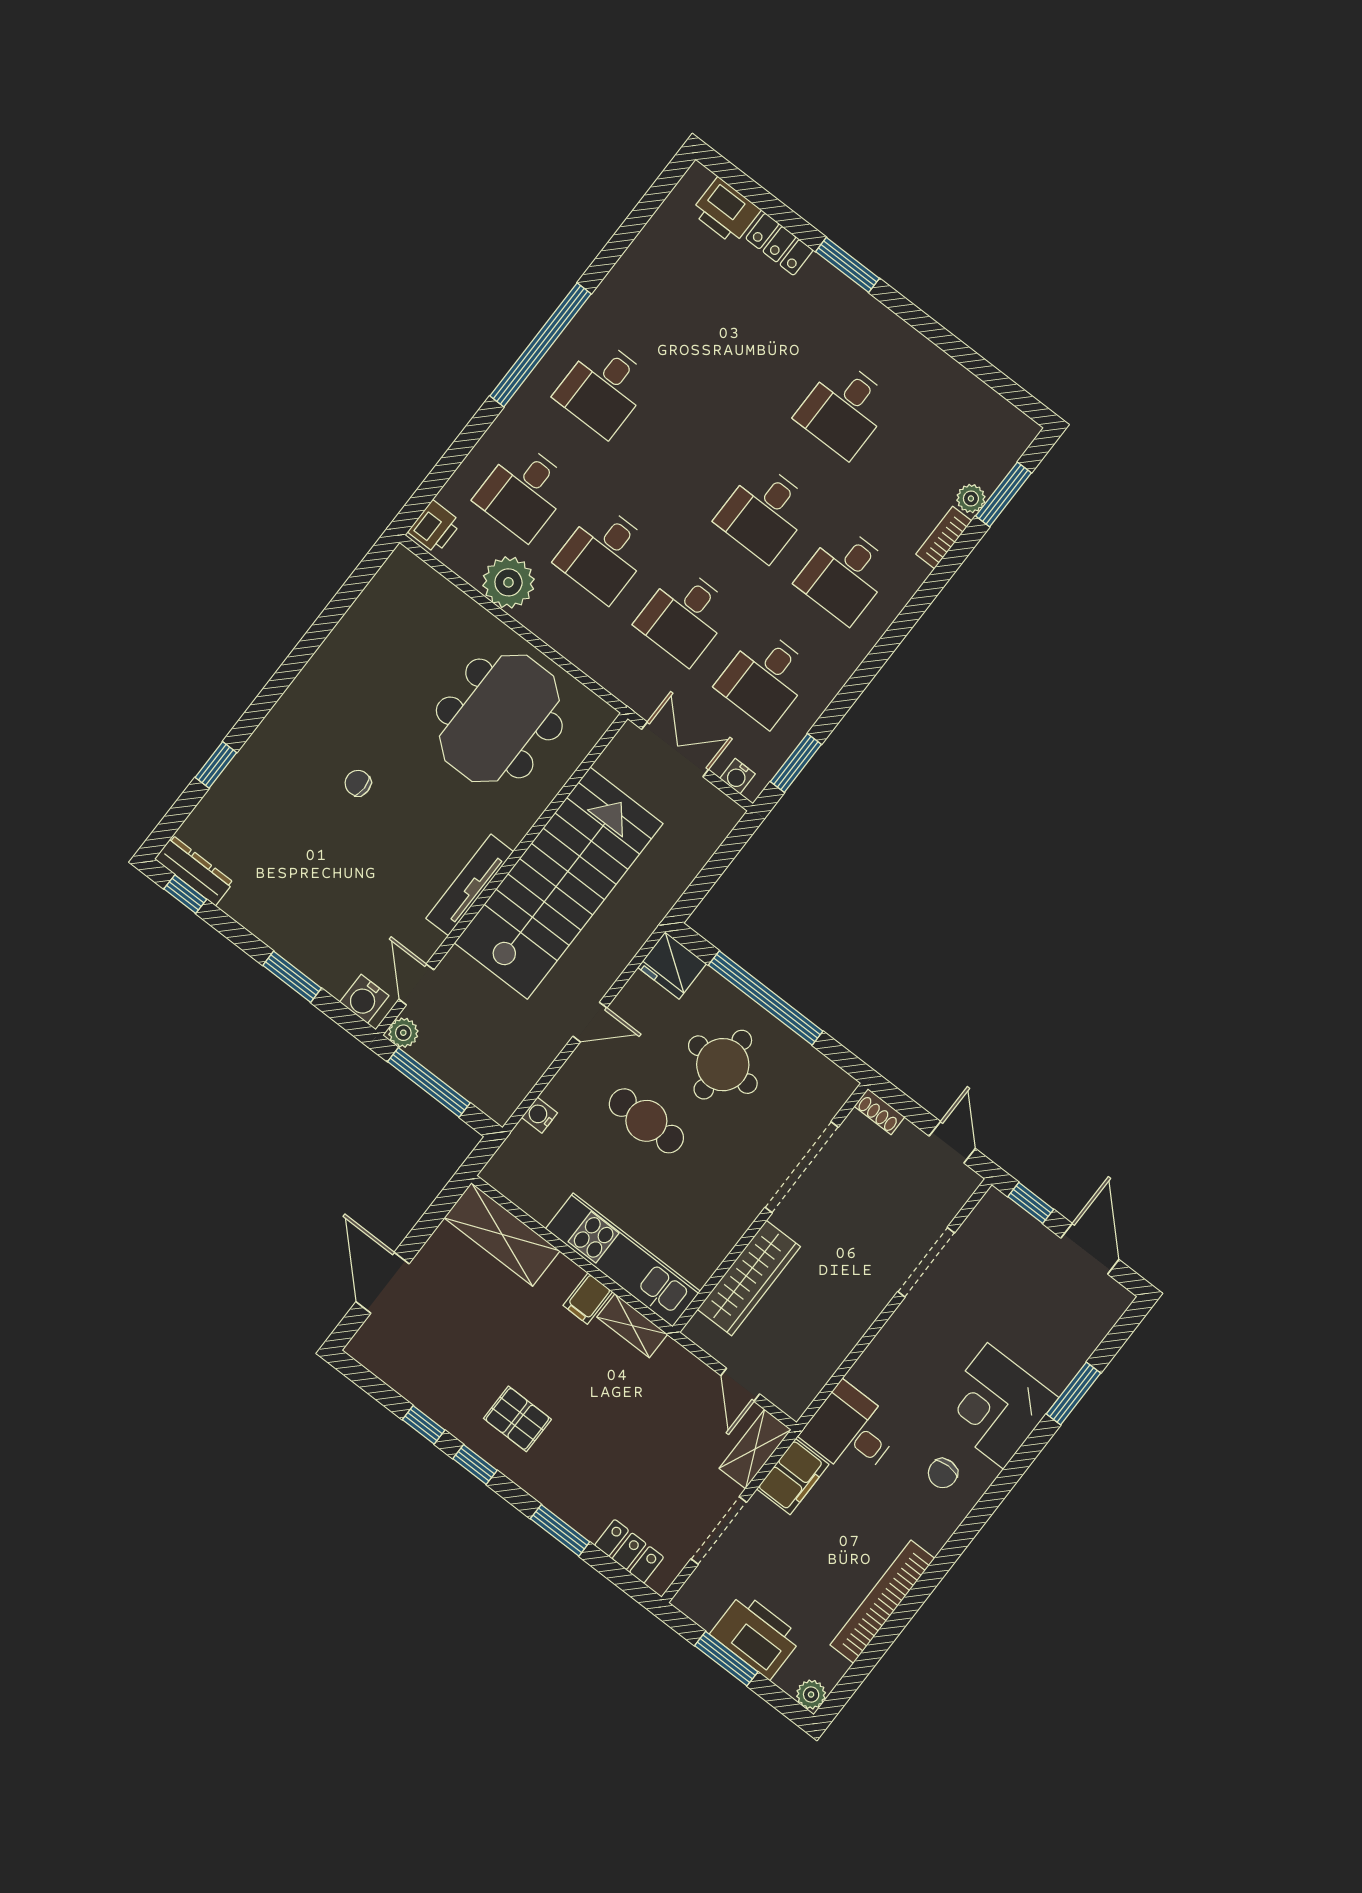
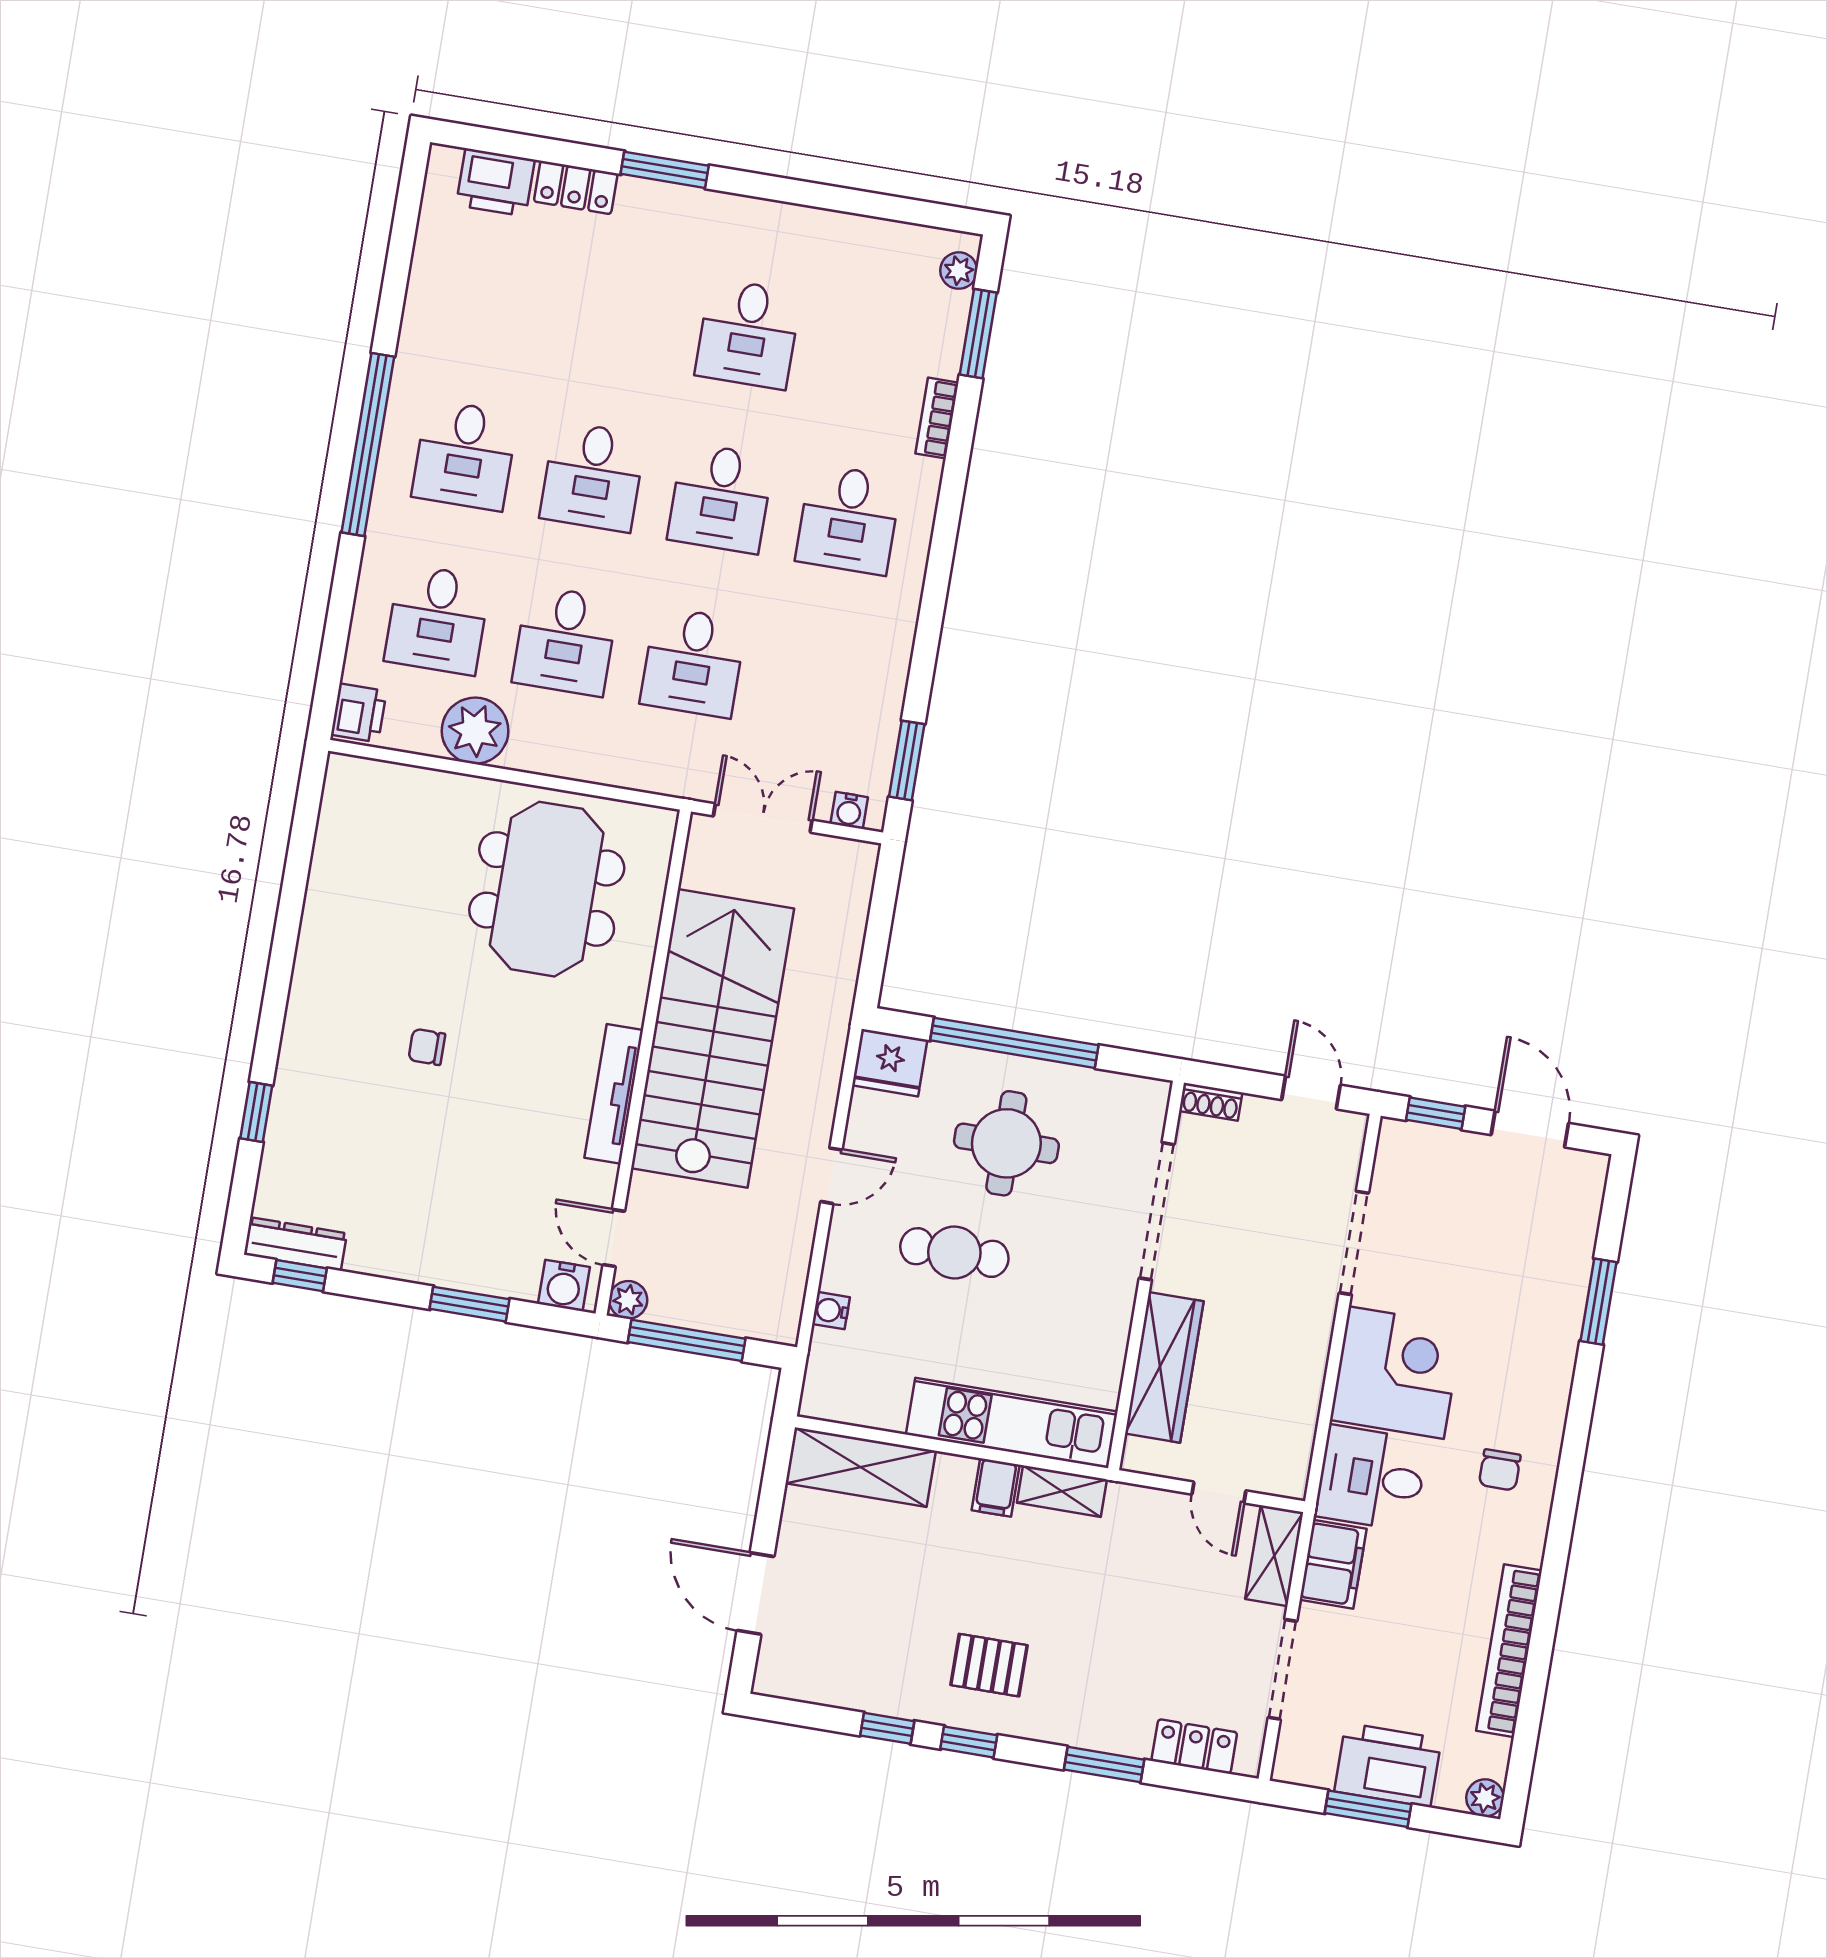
plant: (971, 499) -> (959, 271), moved
desk: (765, 678) -> (593, 477), moved
corner desk: (995, 1406) -> (1396, 1373), moved, turned 180

